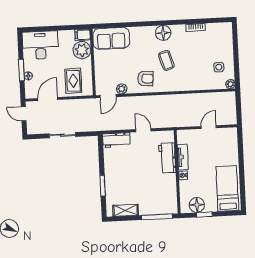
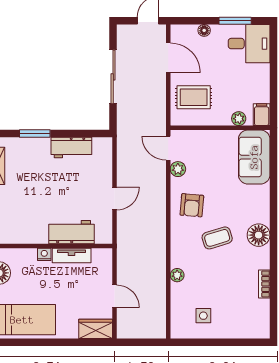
desk: (40, 45) -> (249, 44), width x0.73
plant: (82, 50) -> (239, 119), width x0.53, depth x0.53
window: (22, 70) -> (235, 21), moved
plant: (230, 84) -> (177, 275), moved
sliding door: (62, 135) -> (113, 77), width x1.37
wardrobe: (231, 139) -> (96, 329), added
workbench: (116, 140) -> (71, 148), moved, turned -90

